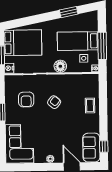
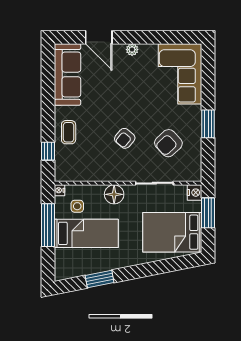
armchair: (26, 99) -> (168, 143), turned -133
window: (104, 146) -> (48, 151), moved
sofa: (91, 148) -> (67, 74), width x1.36

